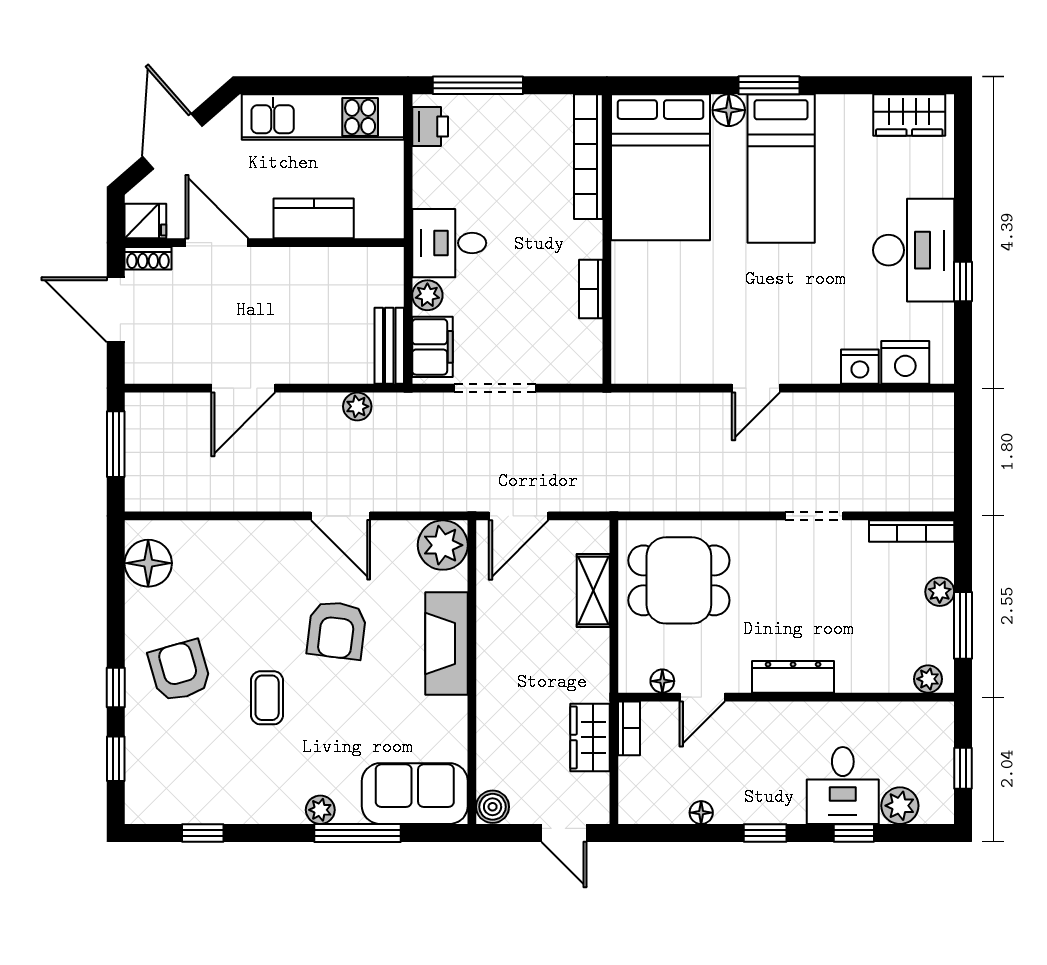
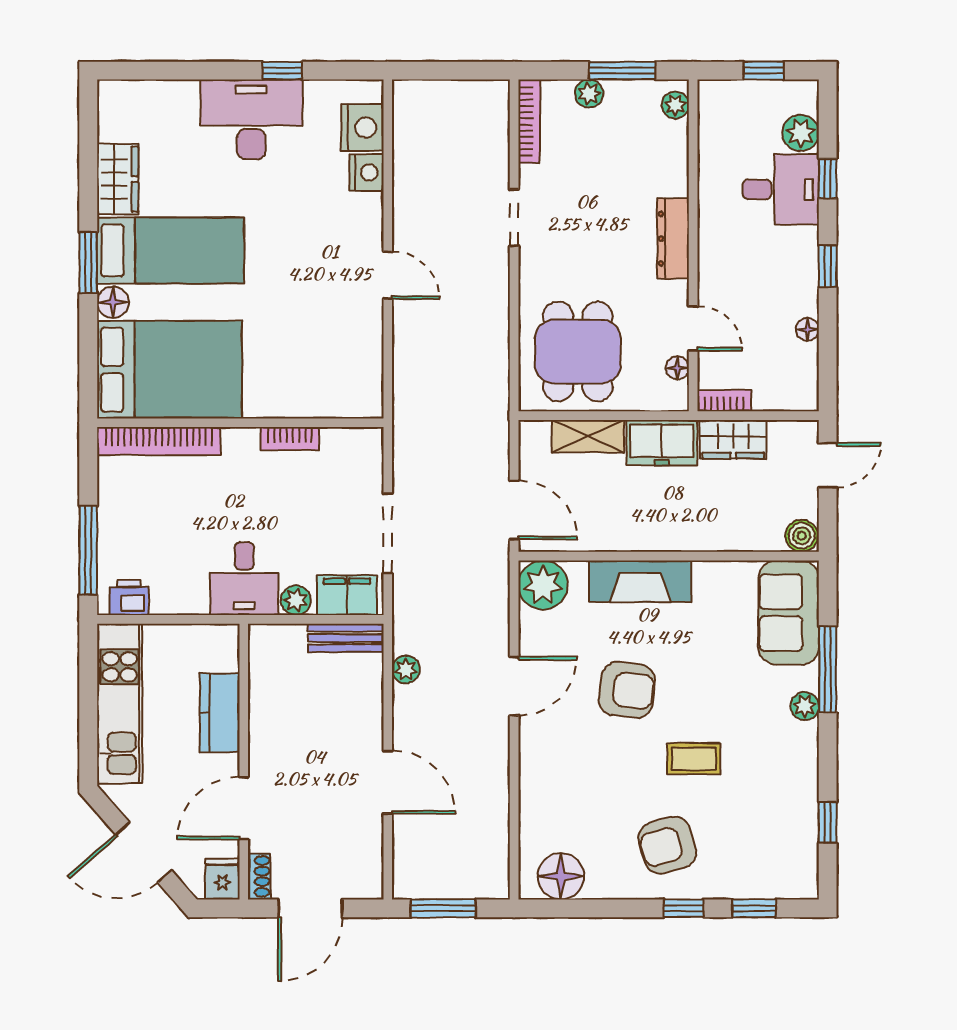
wardrobe: (909, 115) -> (118, 179), moved
freezer: (587, 665) -> (662, 443), added

